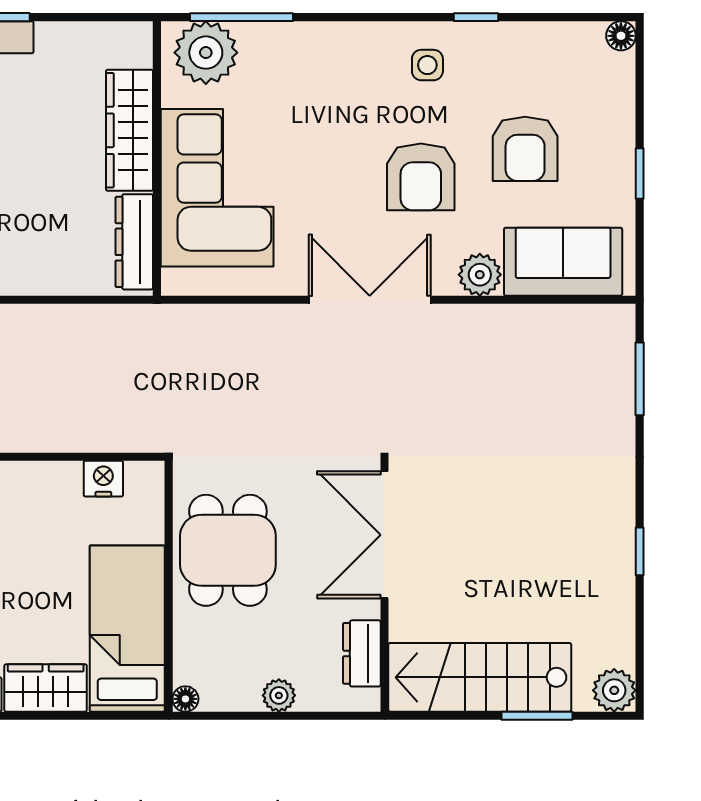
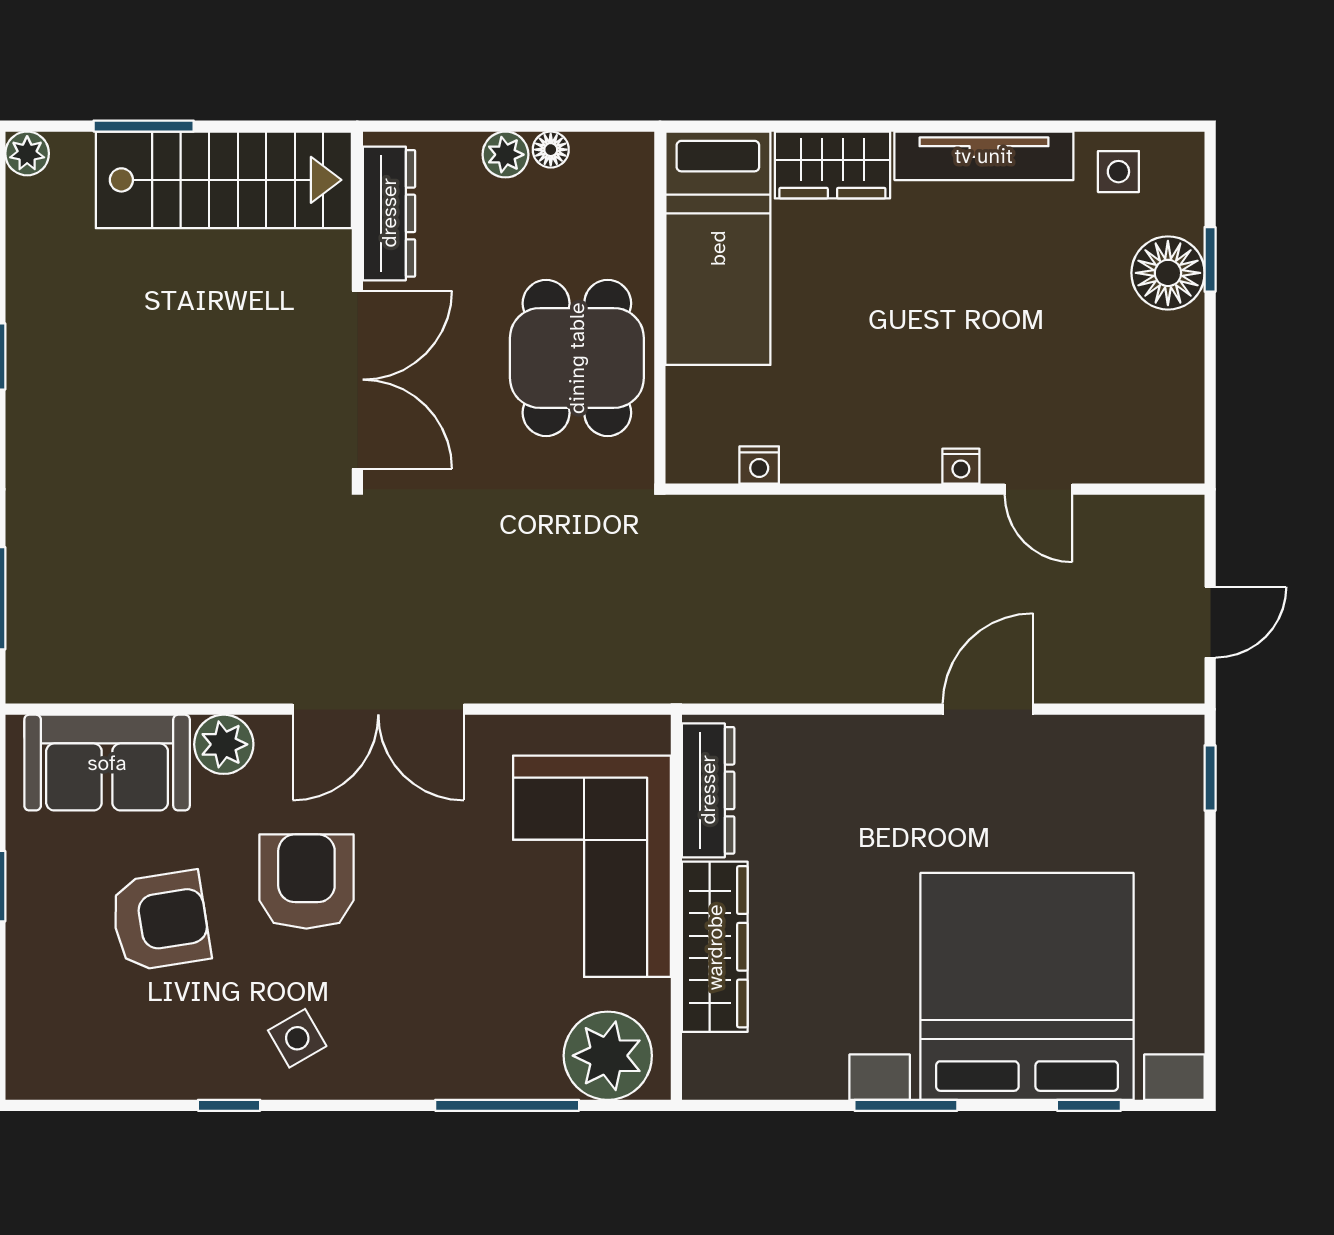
window: (242, 17) -> (507, 1105), moved
floor lamp: (621, 36) -> (26, 1079), removed
side table: (427, 65) -> (297, 1038), turned -30
armchair: (525, 149) -> (160, 921), turned 81
nightstand: (103, 479) -> (759, 465), width x0.72, depth x0.74
dresser: (362, 653) -> (389, 213), width x1.44
plant: (614, 690) -> (27, 153), width x0.73, depth x0.73
floor lamp: (185, 699) -> (551, 150), moved

